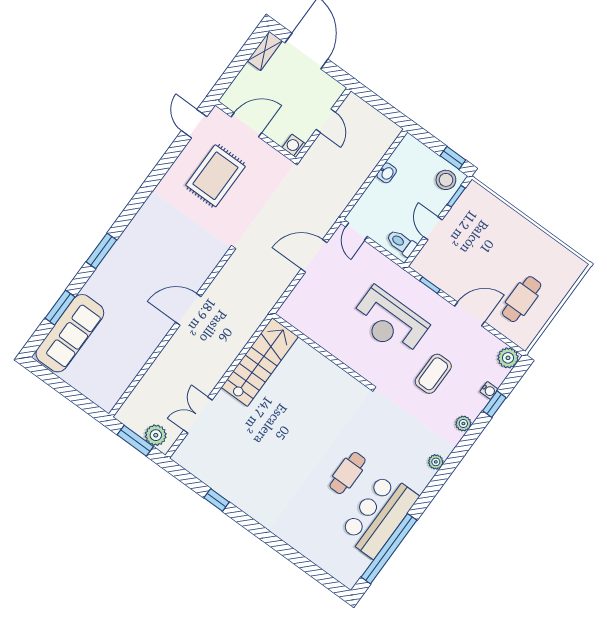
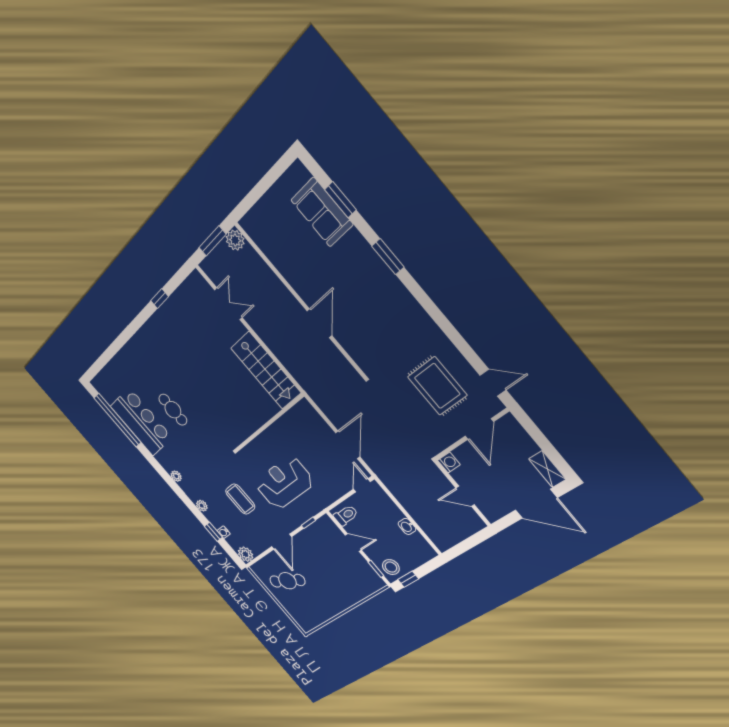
door: (357, 232) -> (362, 485), hinge flipped
cafe table: (522, 299) -> (287, 581), turned -65
sofa: (70, 333) -> (322, 212), width x0.73
plant: (156, 435) -> (235, 240), moved

